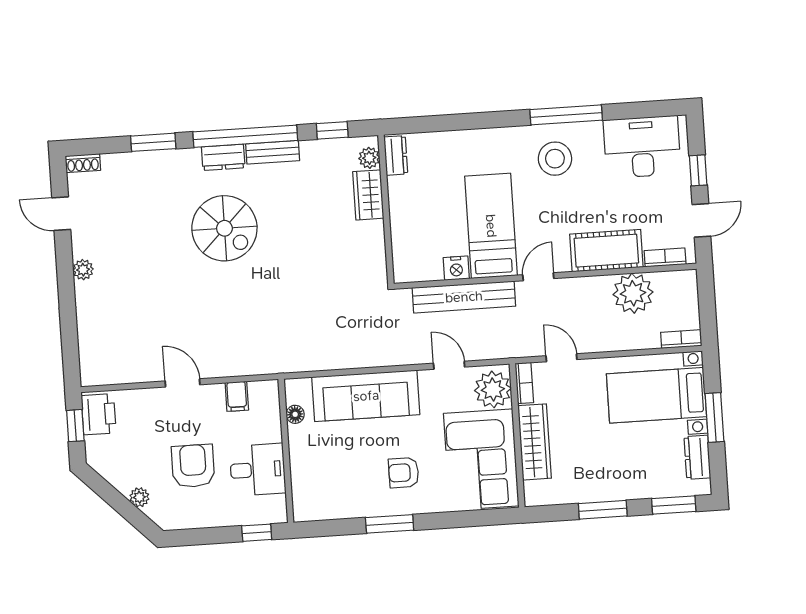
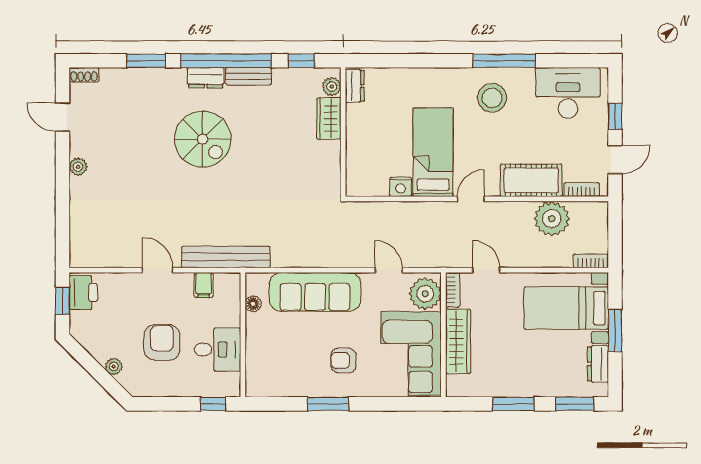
bench: (464, 297) -> (226, 257), moved

